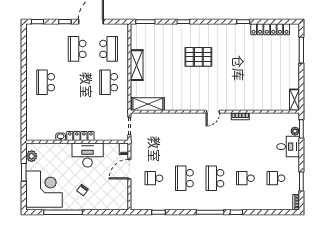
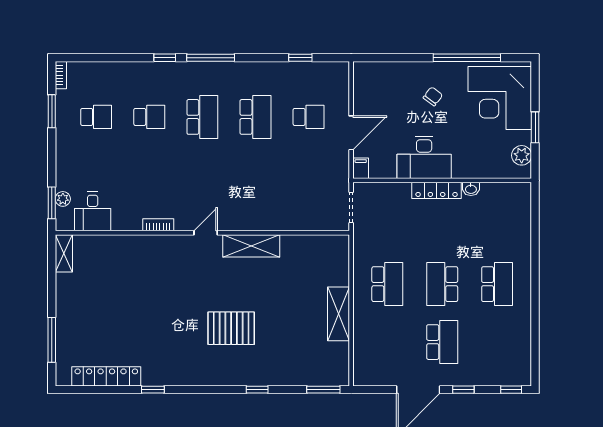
school desk: (109, 49) -> (442, 284), moved
shelving: (148, 104) -> (251, 246), moved
desk: (288, 147) -> (93, 211), moved, turned -90

